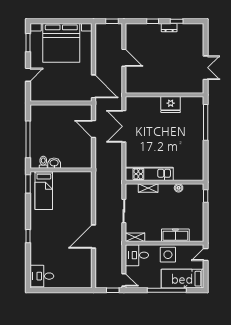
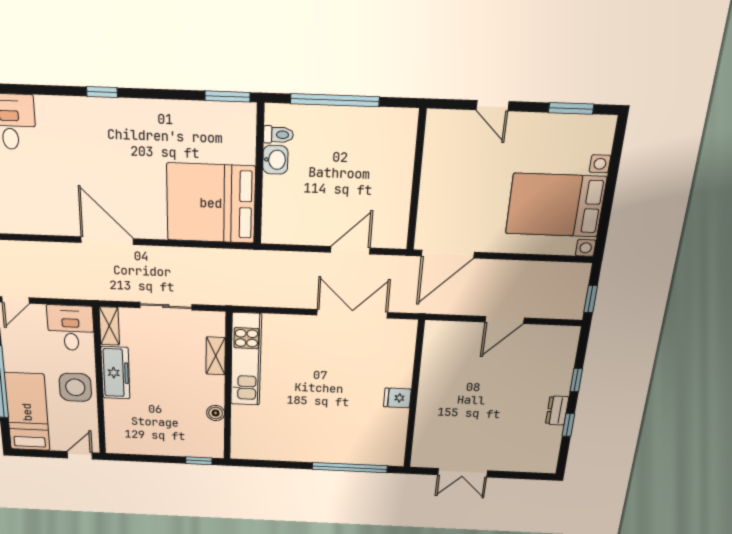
bed with nightstands: (61, 43) -> (556, 205), width x0.73
fridge: (171, 105) -> (397, 398), width x0.53, depth x0.75
bed: (44, 191) -> (211, 203), moved, width x2.04
freezer: (175, 235) -> (115, 373), moved
door: (206, 254) -> (80, 455), hinge flipped

